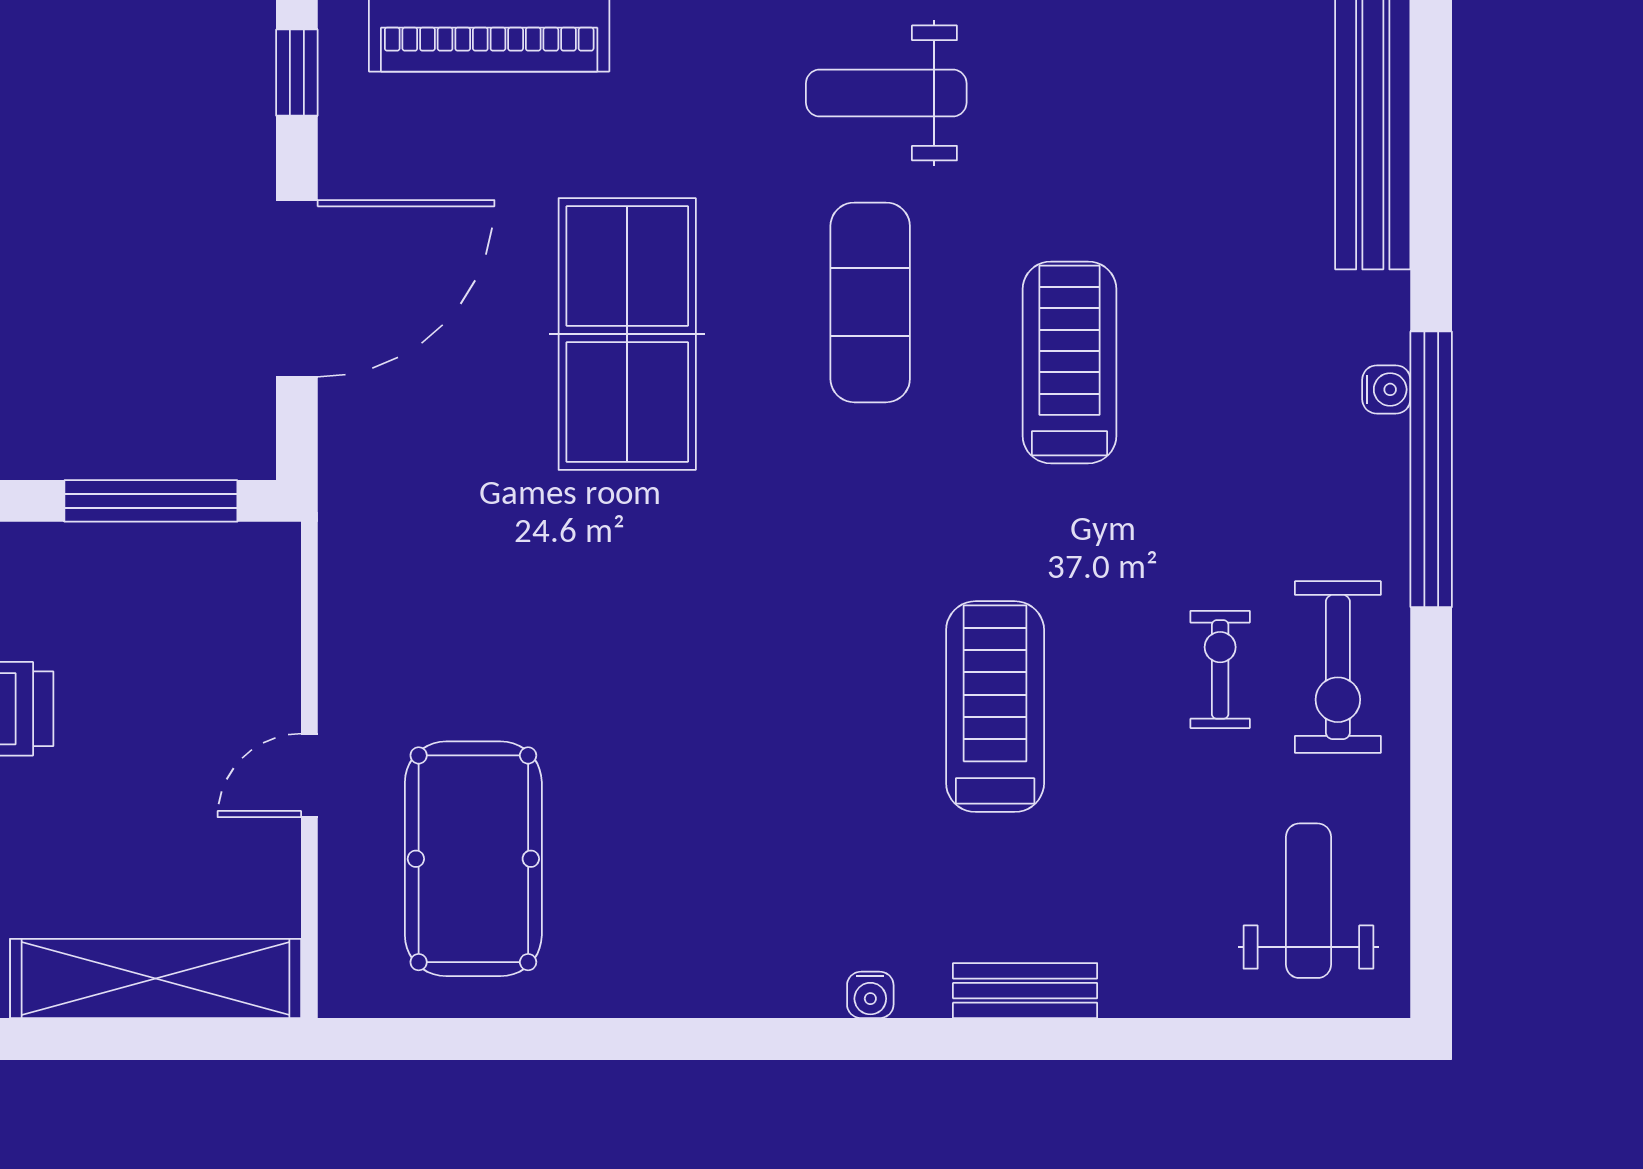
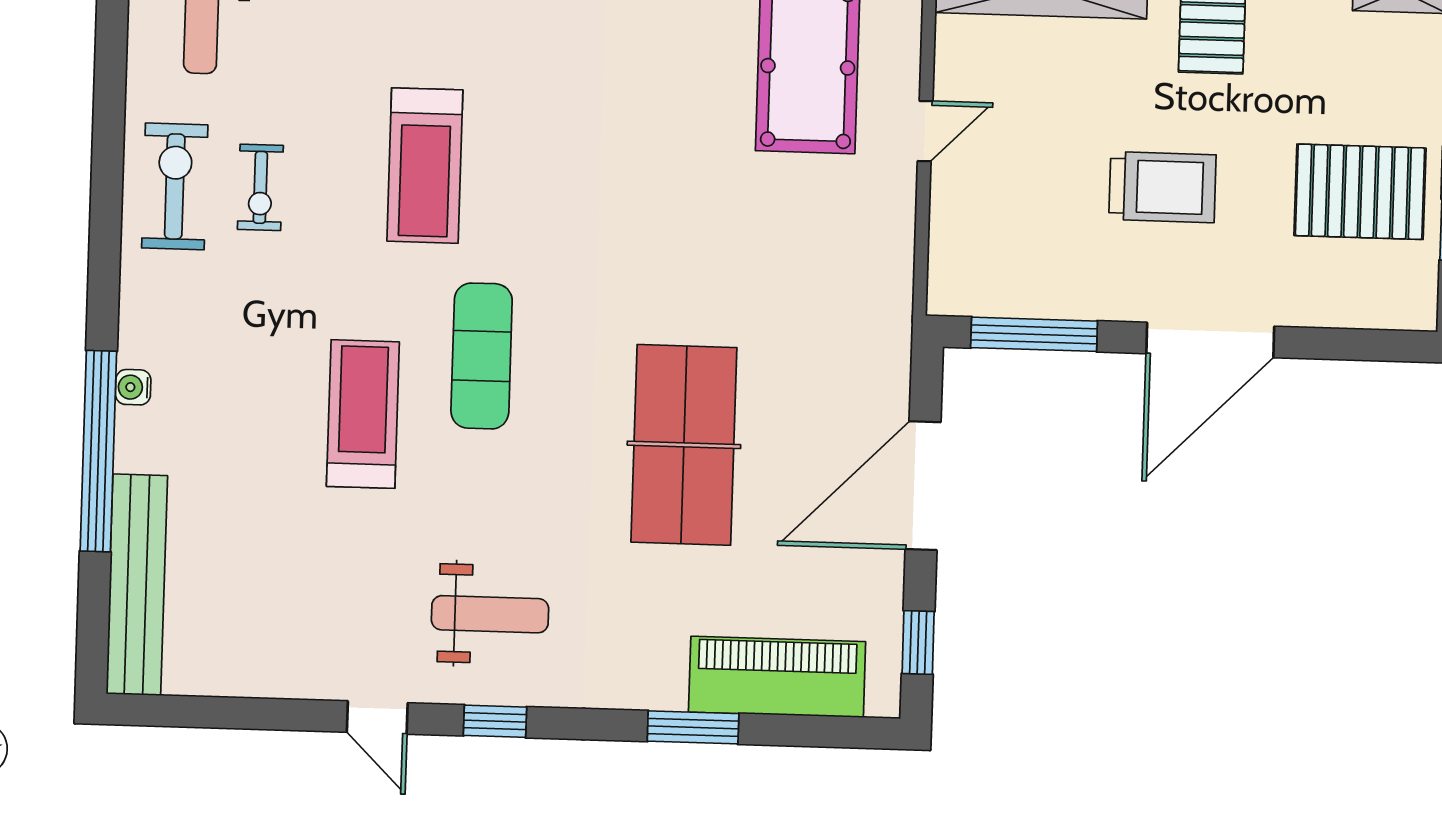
exercise mat: (870, 302) -> (482, 356), moved
treadmill: (1069, 362) -> (363, 414), turned 180
window: (1431, 469) -> (98, 451), moved

